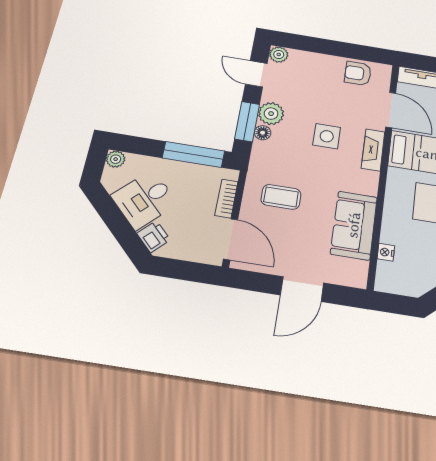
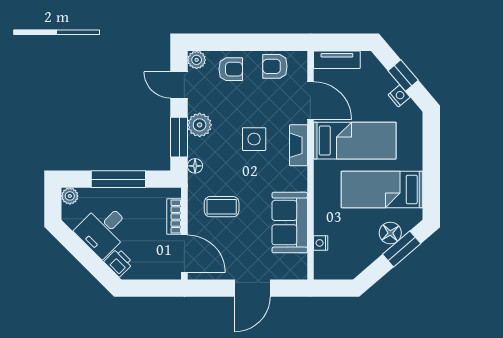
armchair: (312, 68) -> (231, 69), added
floor lamp: (263, 133) -> (195, 166), moved
window: (194, 154) -> (118, 179), moved

